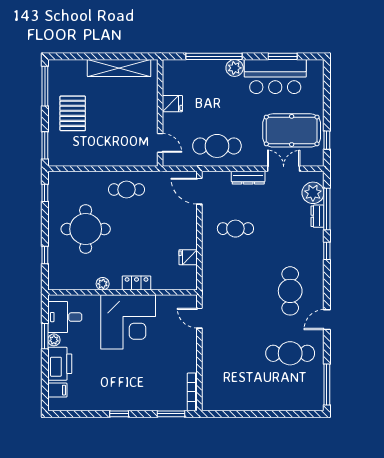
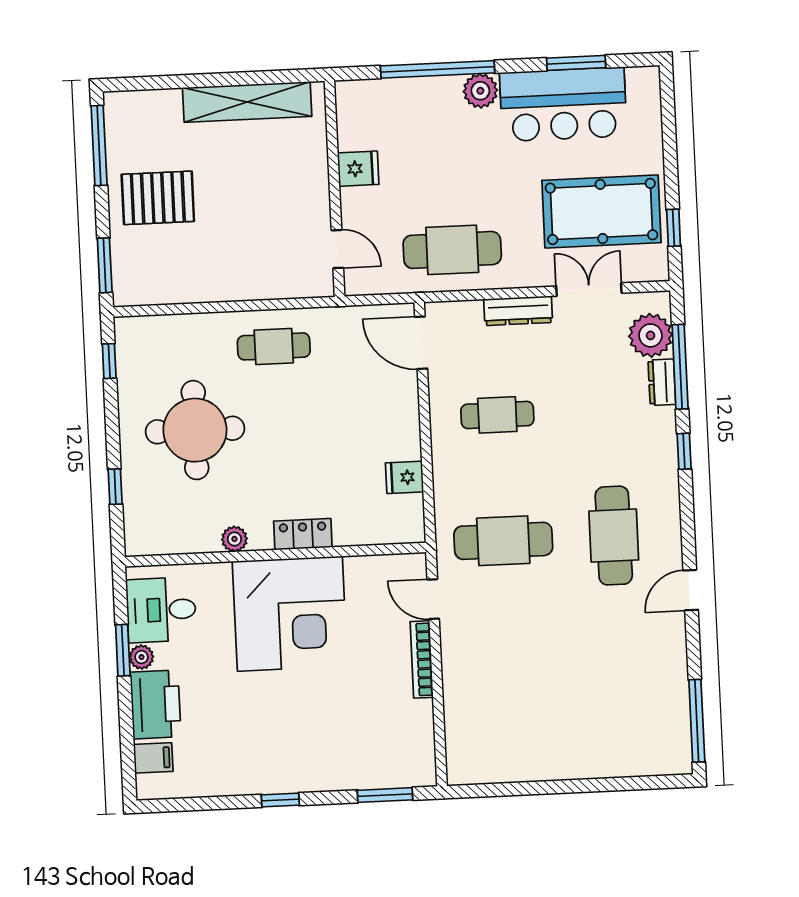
pallet: (73, 113) -> (158, 198), turned 90
cafe table: (290, 353) -> (503, 541), moved
bookcase: (192, 392) -> (422, 659), moved

